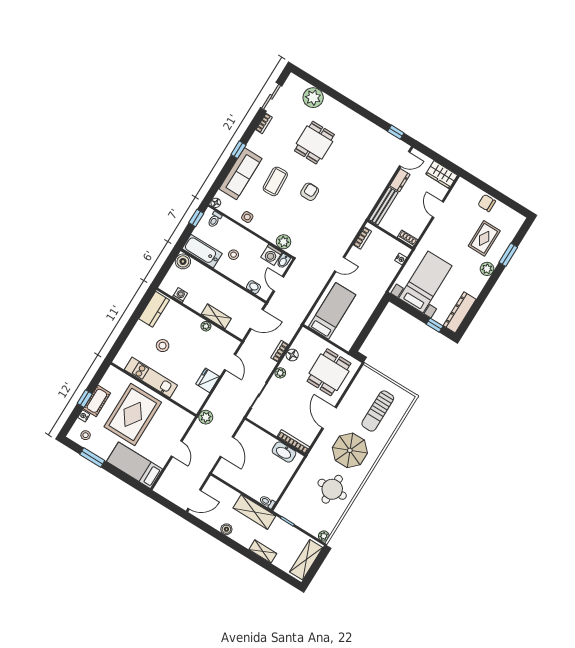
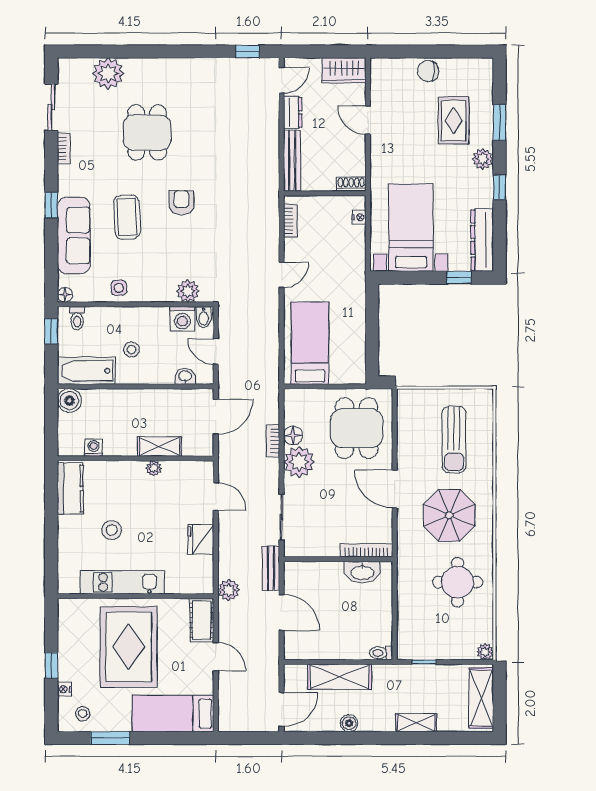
window: (487, 290) -> (499, 187), added
plant: (280, 373) -> (299, 462), width x1.87, depth x1.87
cot: (97, 401) -> (202, 620), moved
bench: (236, 419) -> (271, 568), added
shelving: (254, 512) -> (340, 677), moved

